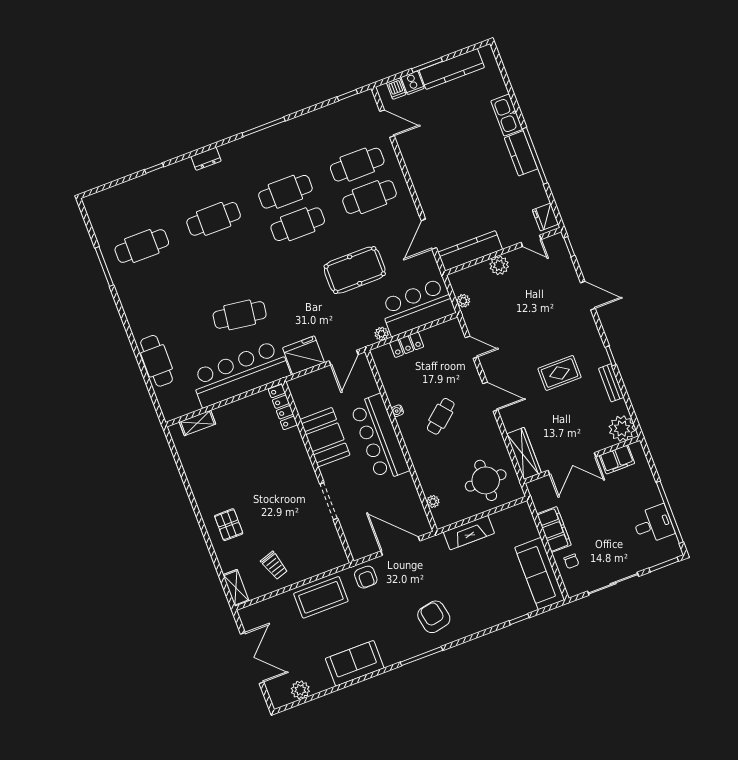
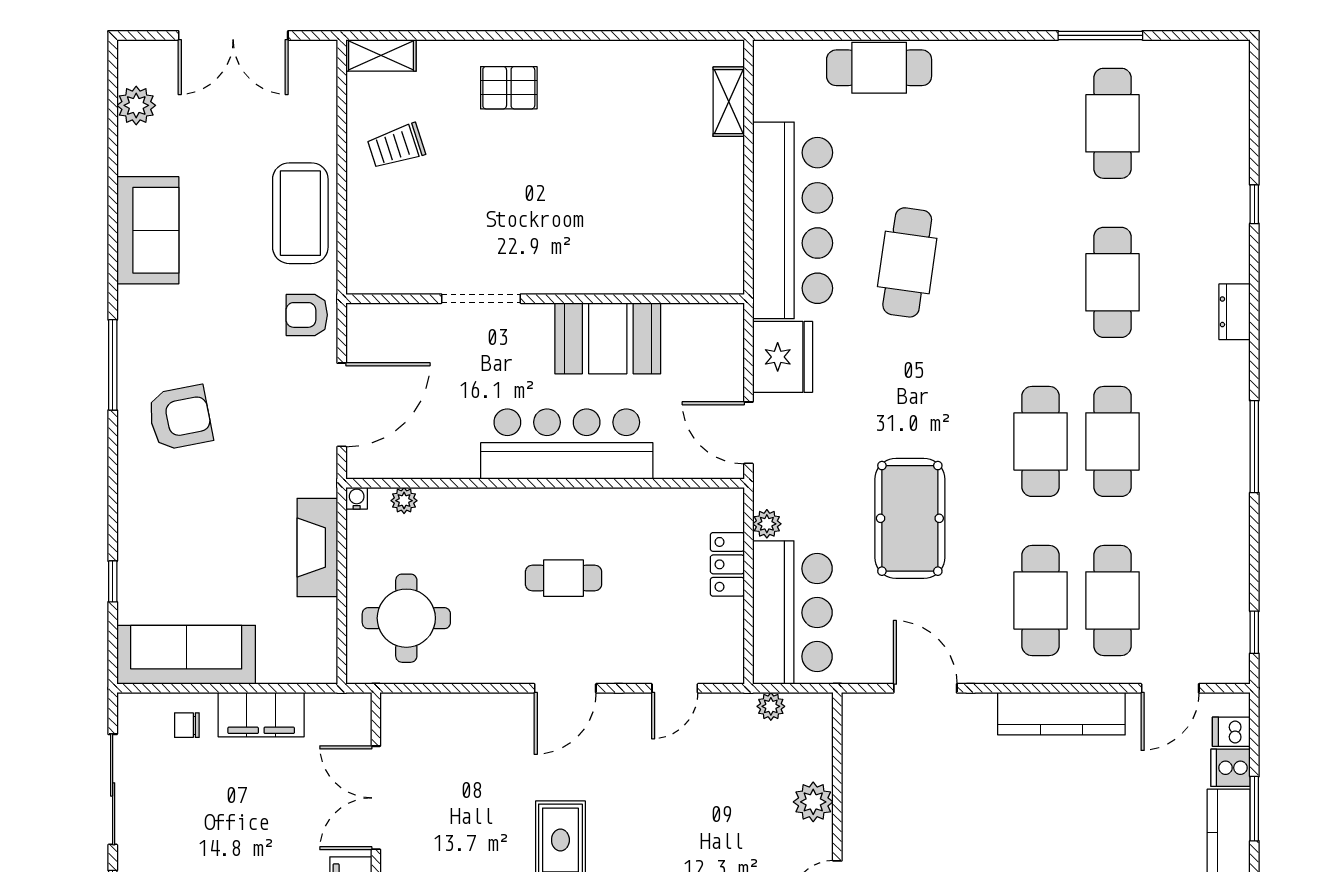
kitchen counter: (470, 251) -> (1061, 714), moved, turned 90
locker: (283, 407) -> (697, 279), removed
water cooler: (397, 411) -> (357, 498), moved
cafe table: (441, 416) -> (564, 578), turned -50
wardrobe: (524, 453) -> (431, 712), removed

